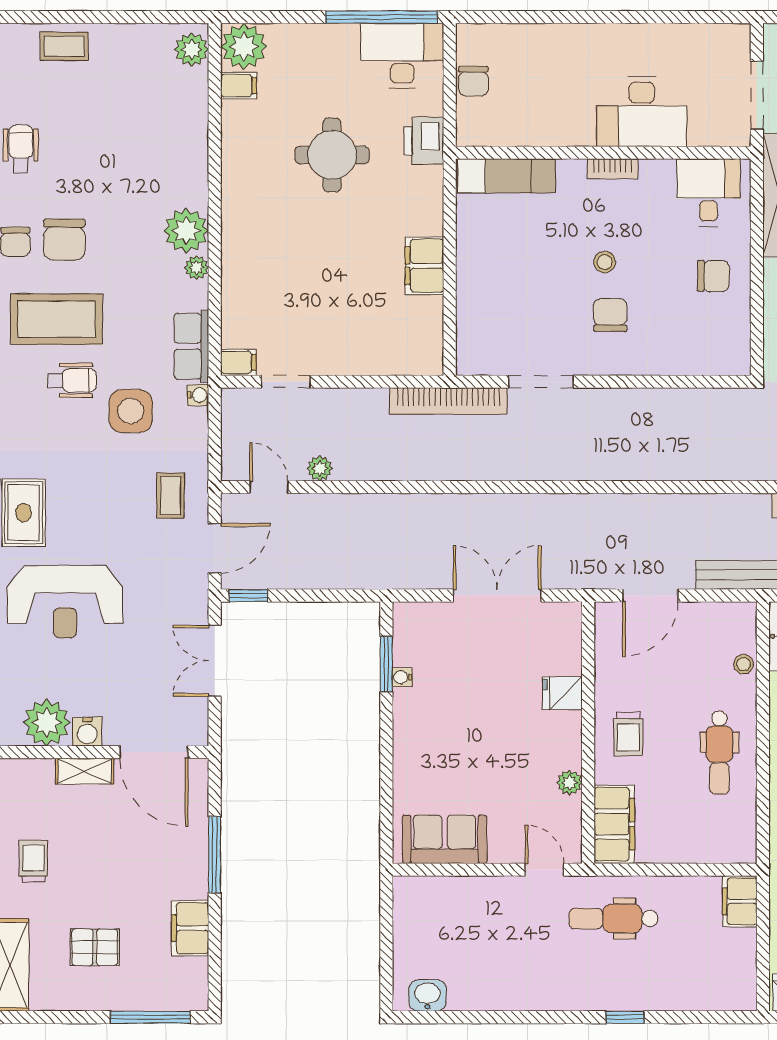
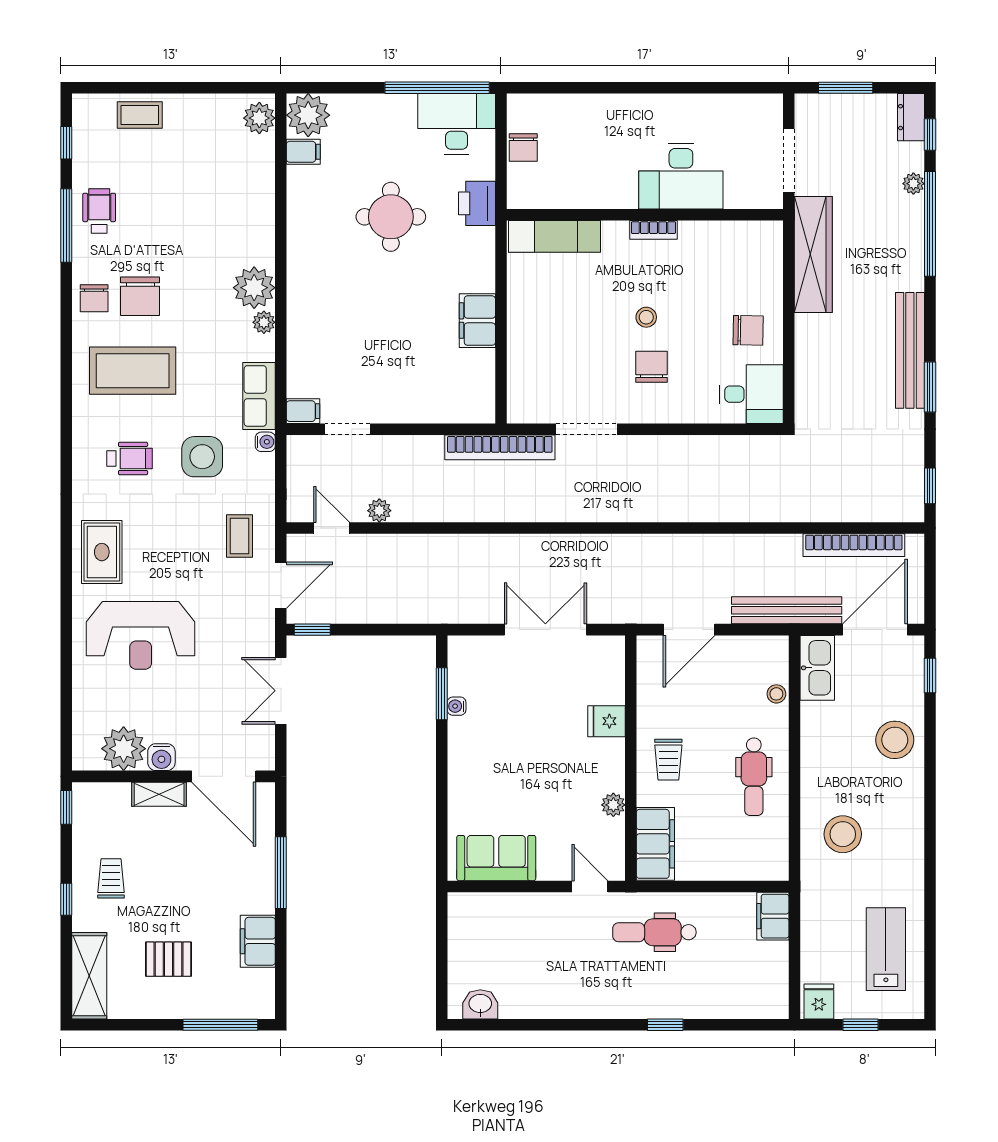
desk: (708, 193) -> (751, 394), moved, turned 90
wheelchair: (72, 380) -> (129, 458), moved

